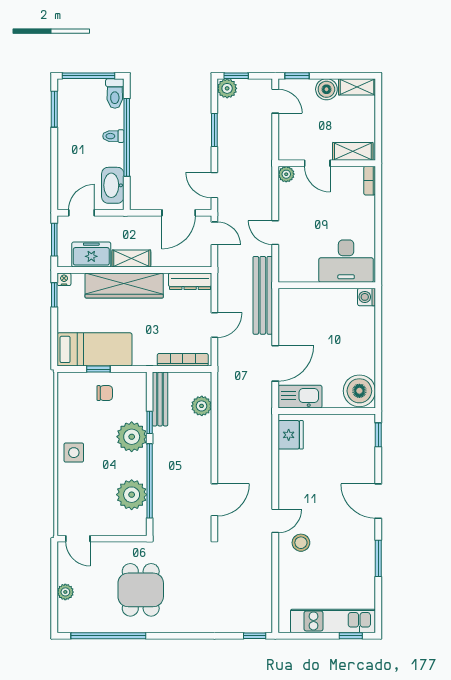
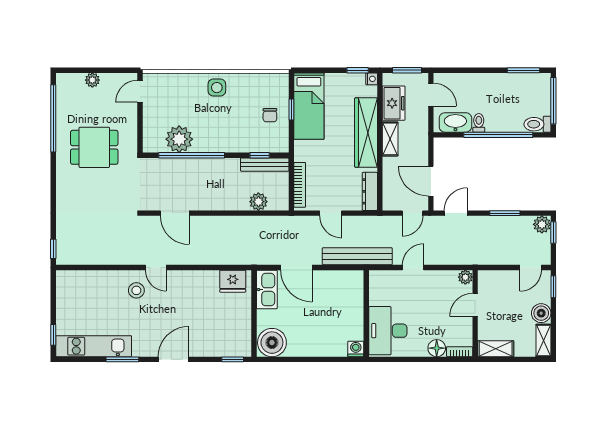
toilet: (113, 136) -> (479, 123), moved
shelving: (353, 151) -> (496, 349), moved, turned 90
floor lamp: (366, 206) -> (437, 348), added
window: (150, 422) -> (260, 155), moved
plant: (132, 437) -> (231, 139), removed
kitchen unit: (333, 621) -> (94, 346), moved, turned -90

